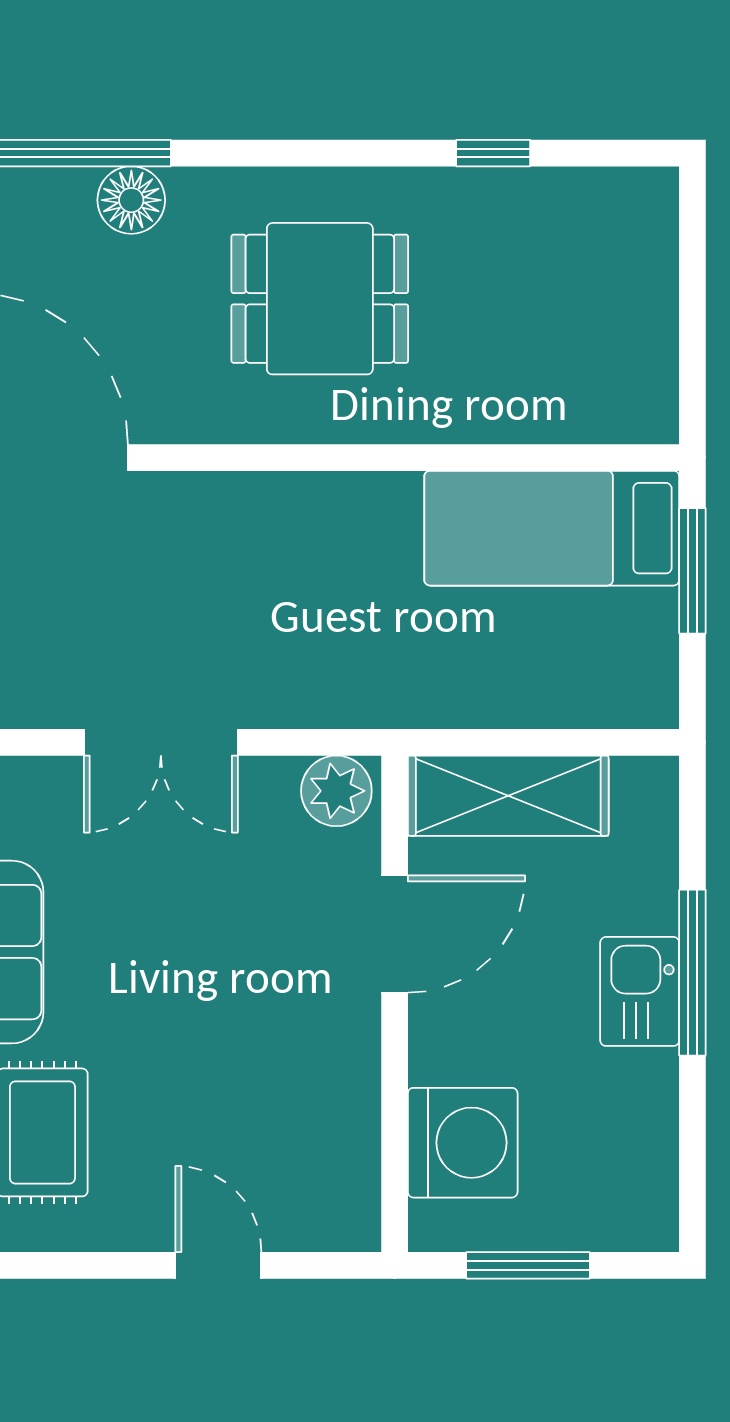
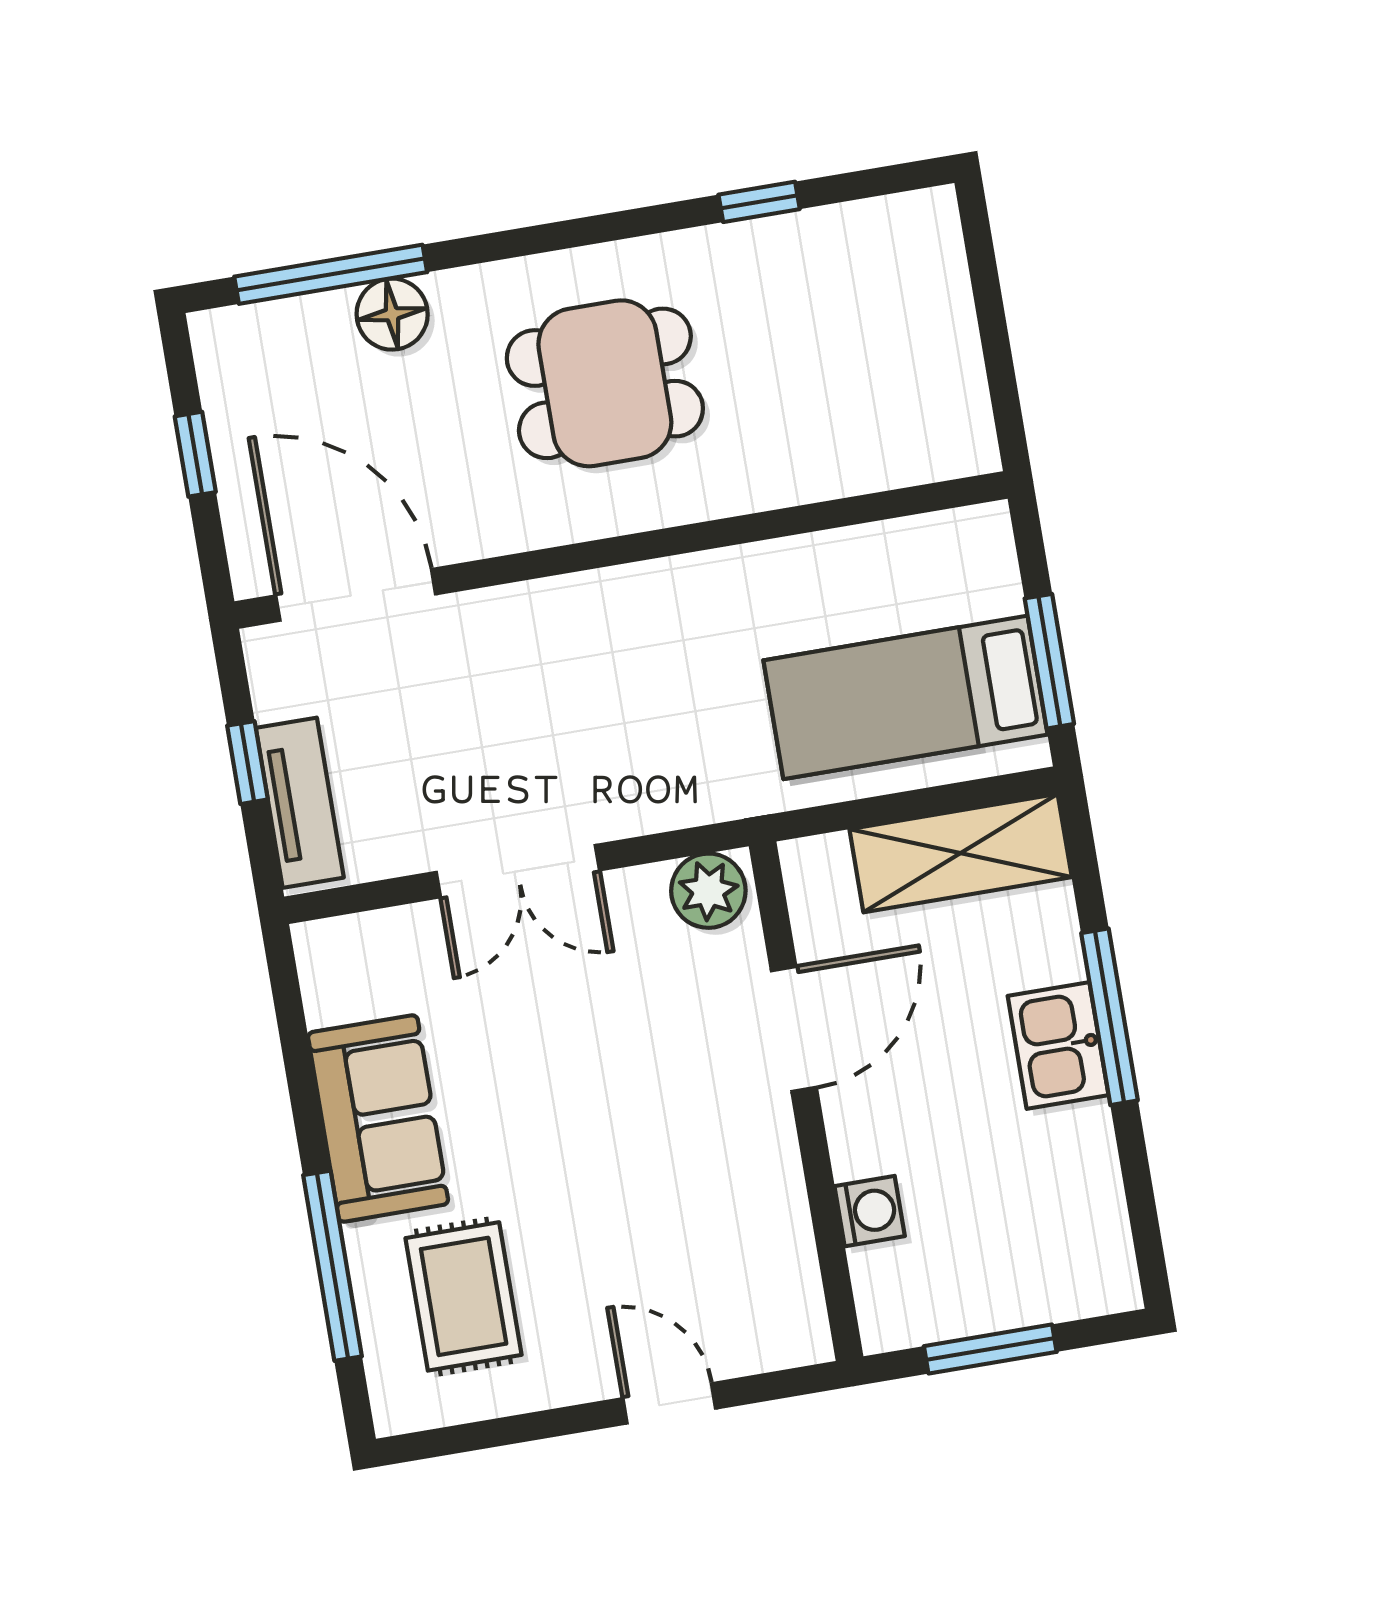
bed: (552, 528) -> (905, 697), moved
window: (692, 571) -> (1049, 661), moved
shelving: (508, 796) -> (961, 853), moved
washing machine: (463, 1143) -> (870, 1211), width x0.53, depth x0.53

